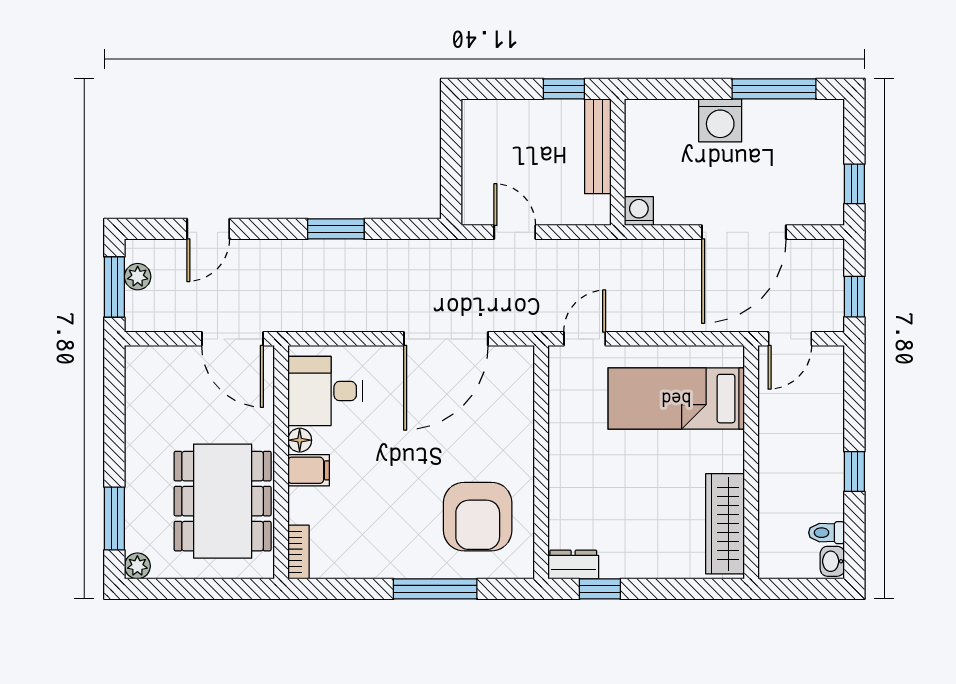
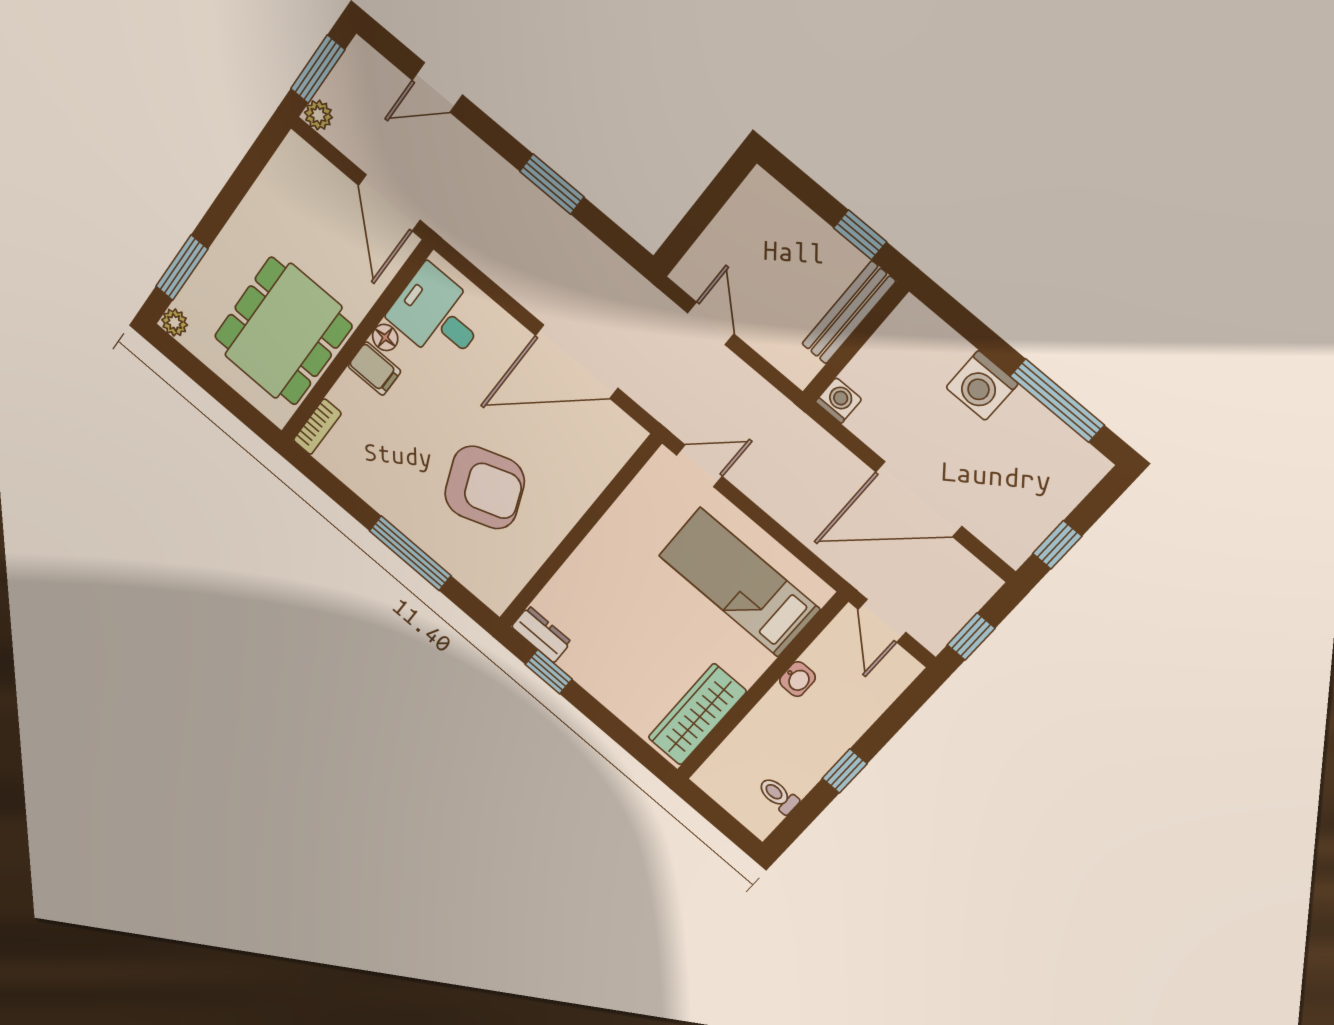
plant: (138, 277) -> (318, 115), moved
door: (790, 339) -> (882, 621), hinge flipped
armchair: (478, 517) -> (485, 488), moved, turned -111
washbasin: (832, 561) -> (797, 679), moved, turned 180

